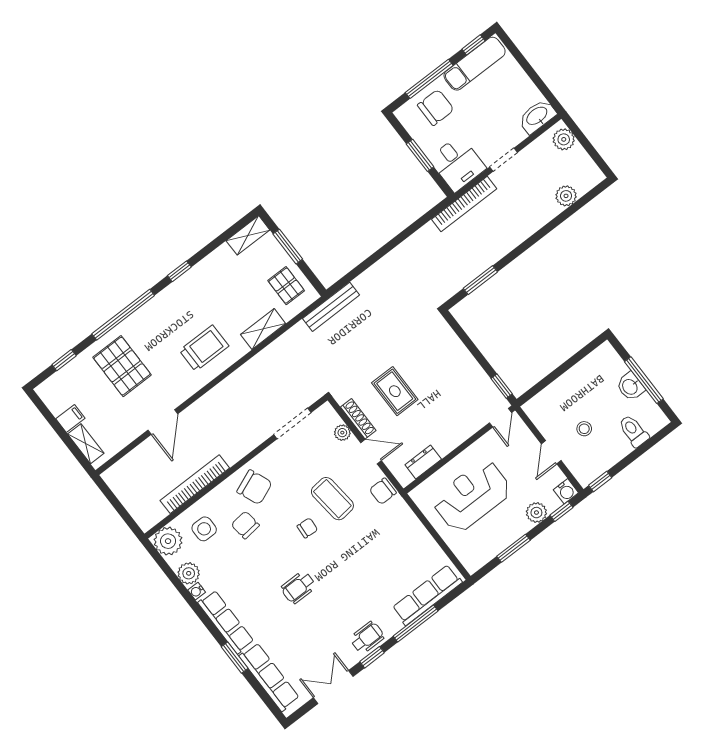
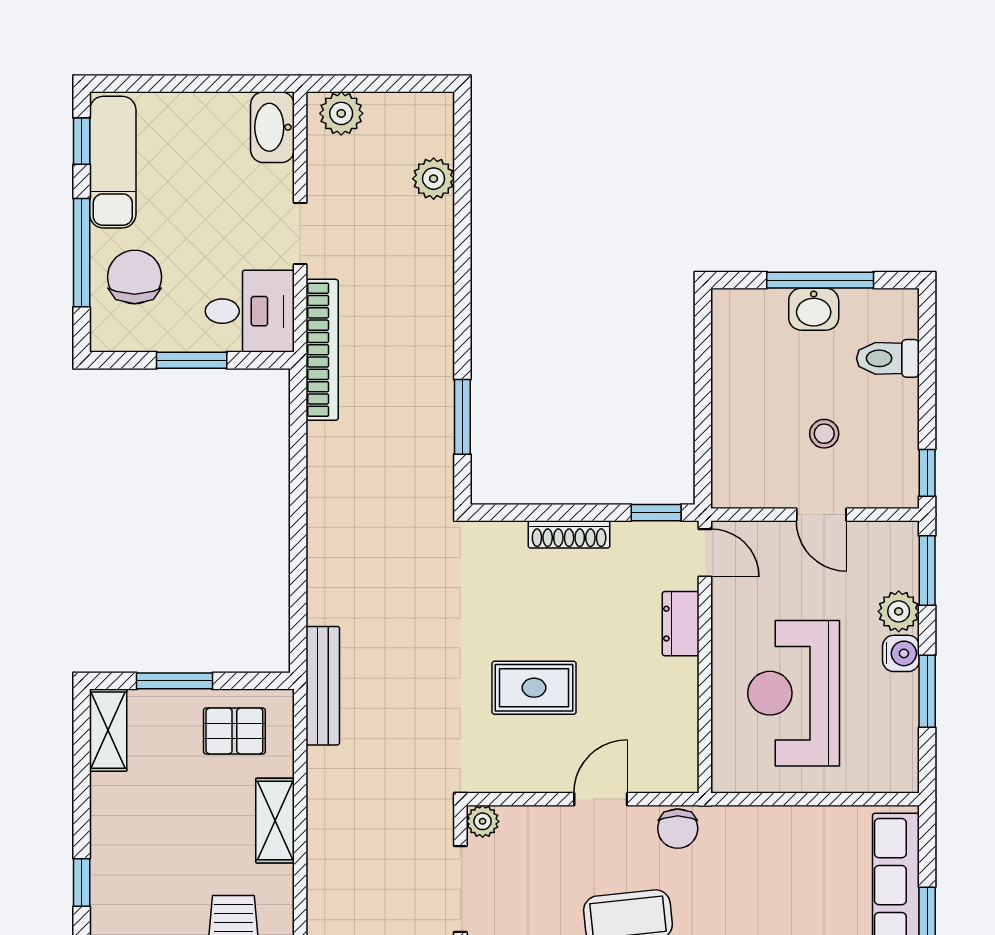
shoe rack: (358, 419) -> (569, 534), moved, turned 180
plant: (342, 433) -> (483, 821), moved
dresser: (423, 462) -> (681, 624), moved
water cooler: (566, 491) -> (901, 653), moved
window: (561, 511) -> (927, 570), width x1.50

